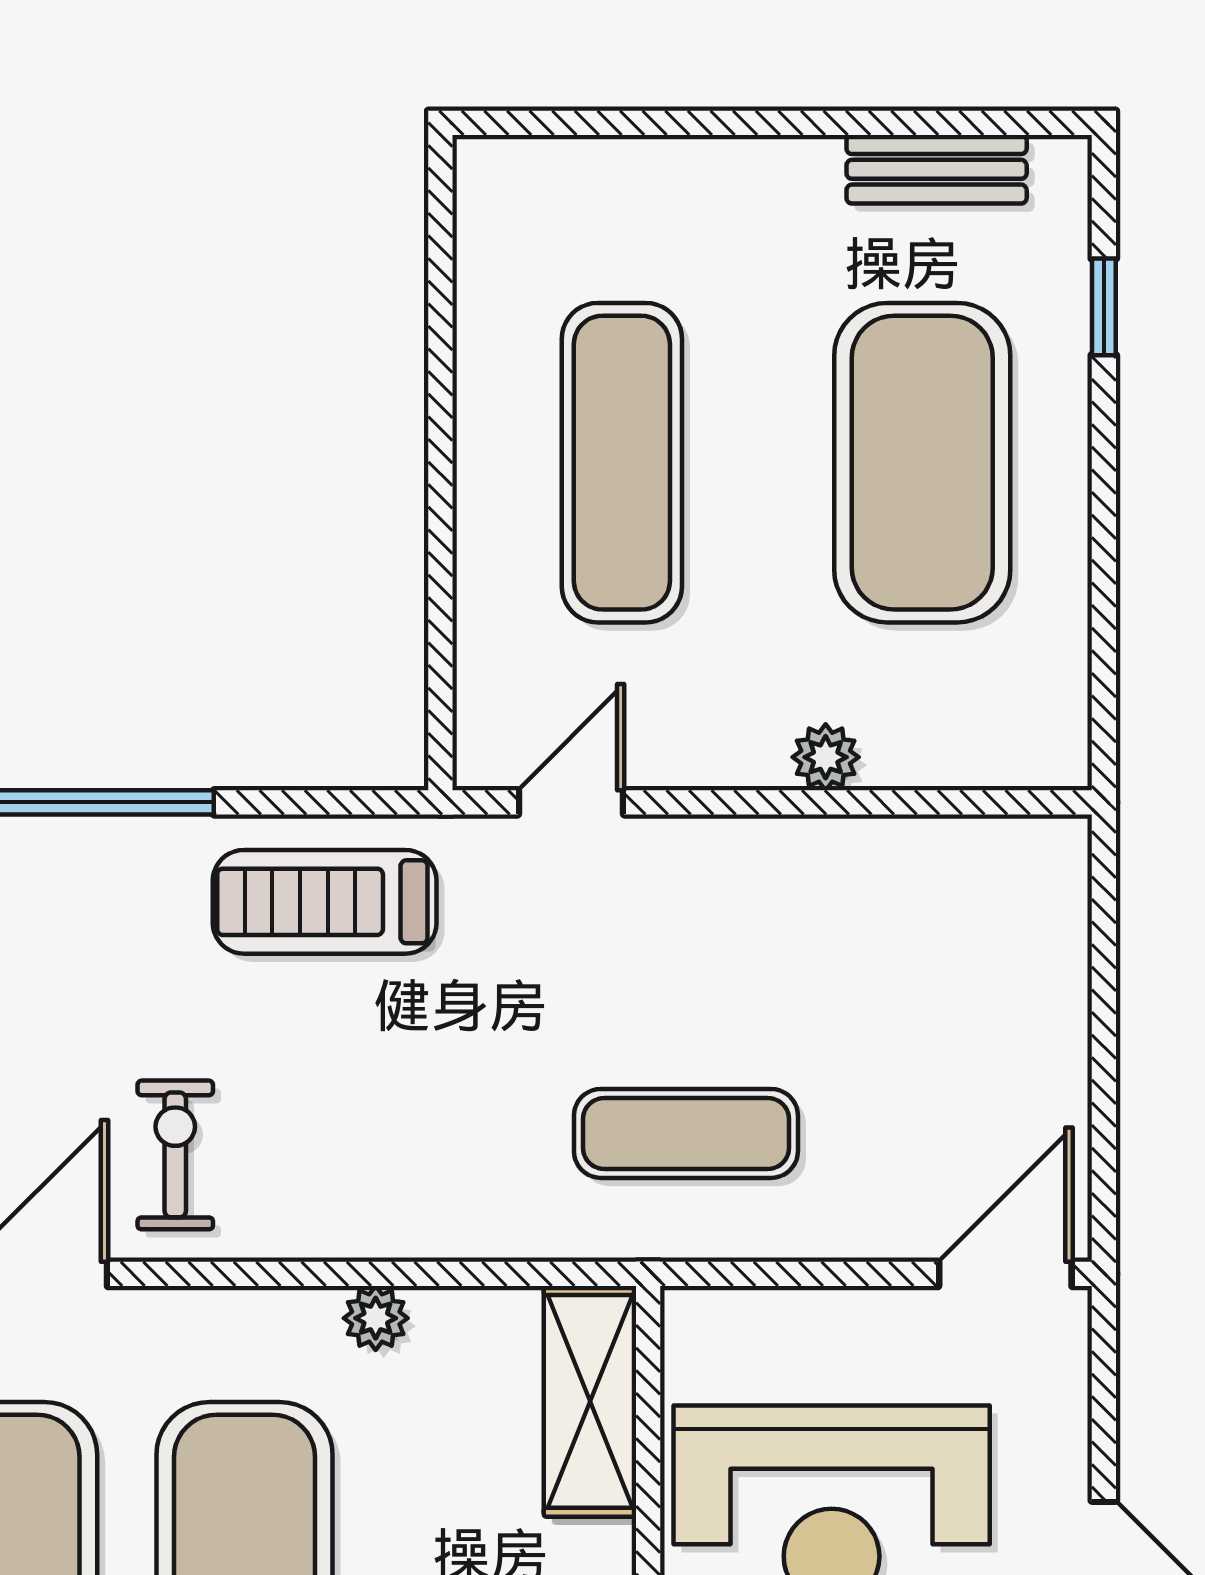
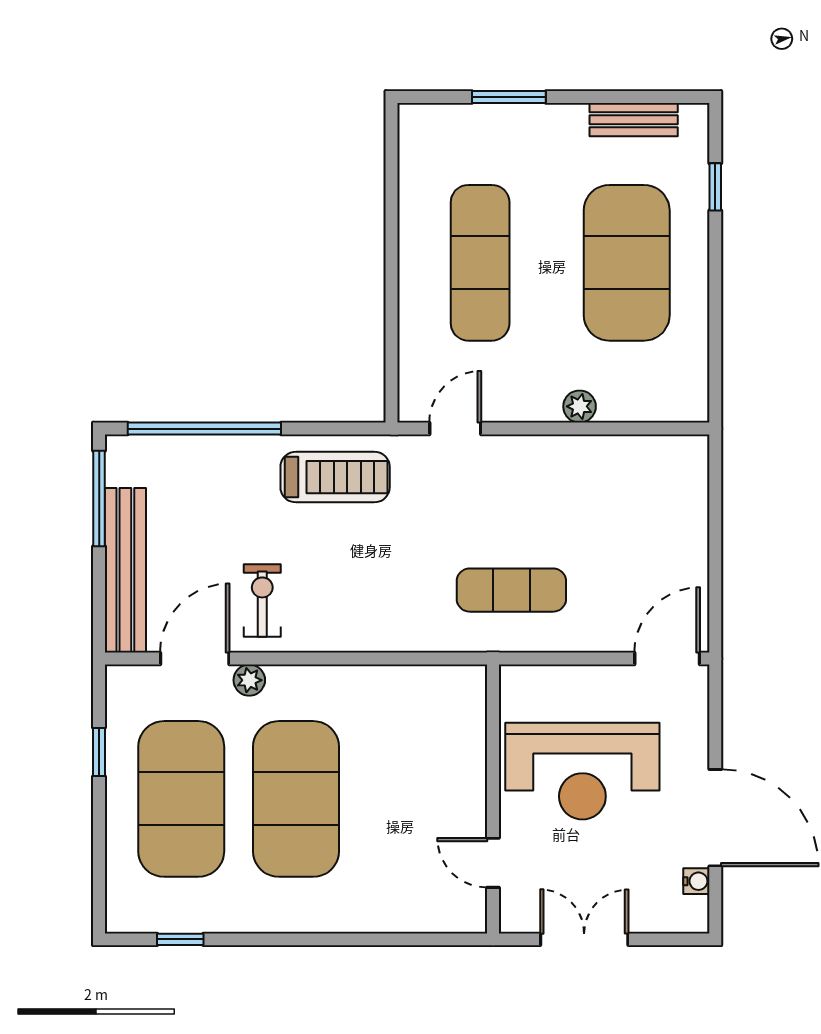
window: (681, 123) -> (509, 97), added
treadmill: (325, 902) -> (335, 477), turned 180
plant: (376, 1318) -> (249, 680), moved
shelving: (590, 1401) -> (465, 721), removed

